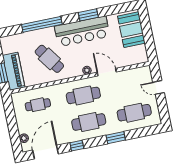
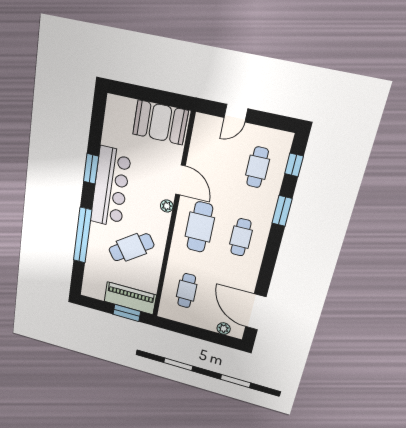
booth: (131, 30) -> (160, 122), moved
door: (107, 72) -> (180, 180), swing flipped
cafe table: (134, 113) -> (258, 167), width x0.73, depth x0.74
cafe table: (89, 122) -> (241, 237), width x0.73, depth x0.74
window: (77, 146) -> (294, 165), moved

